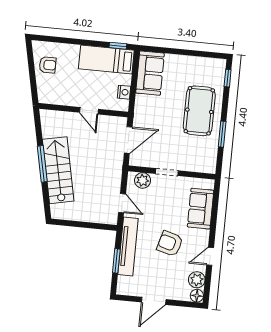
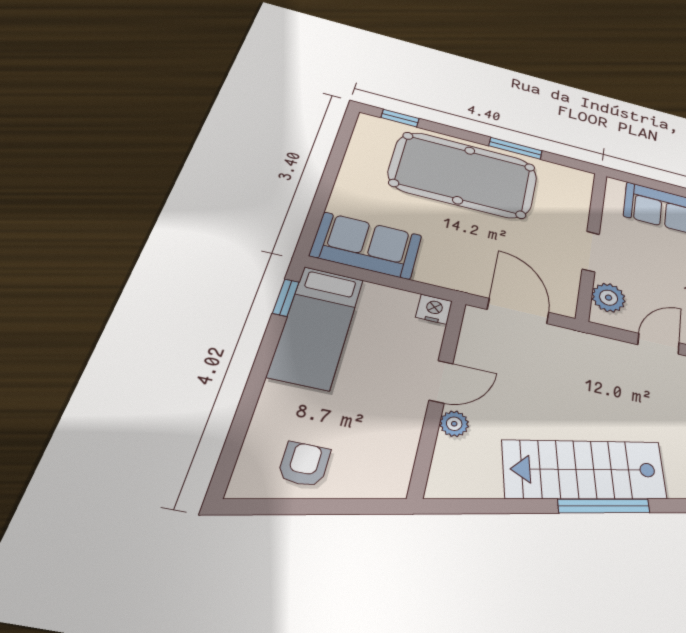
nightstand: (124, 92) -> (434, 309), moved
pool table: (199, 111) -> (464, 175), width x1.36, depth x1.32
plant: (71, 118) -> (454, 424), added
window: (42, 164) -> (604, 506), moved

